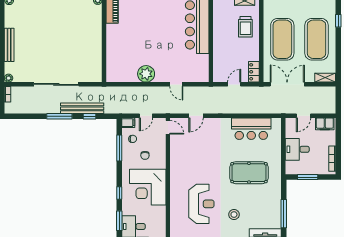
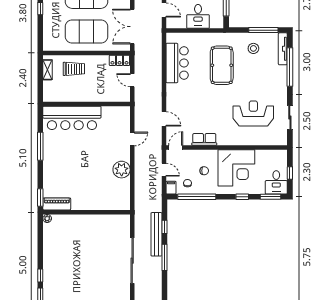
window: (119, 148) -> (197, 197), width x1.46
row of seats: (176, 155) -> (204, 139), added
stool: (234, 215) -> (253, 48), moved

